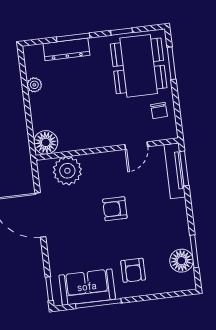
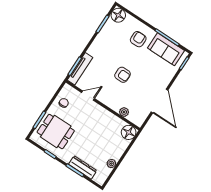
dining table: (139, 66) -> (56, 132), width x0.73
plant: (67, 171) -> (124, 112), width x0.53, depth x0.53
floor lamp: (181, 261) -> (118, 15), moved

